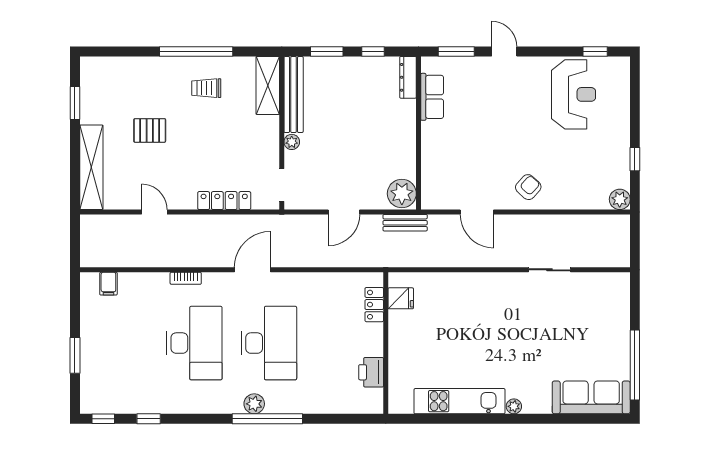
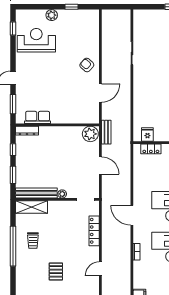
plant: (620, 199) -> (52, 15), moved

